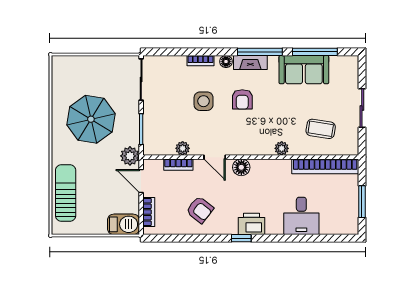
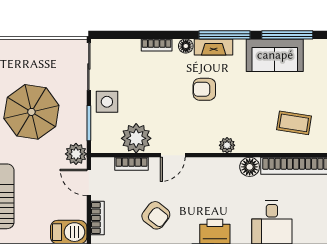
armchair: (242, 99) -> (204, 89), turned 90
side table: (204, 101) -> (107, 102), moved
plant: (183, 148) -> (136, 138), width x1.88, depth x1.88
plant: (282, 148) -> (227, 145), moved
door: (215, 157) -> (173, 155), hinge flipped
floor lamp: (241, 167) -> (250, 167), moved

